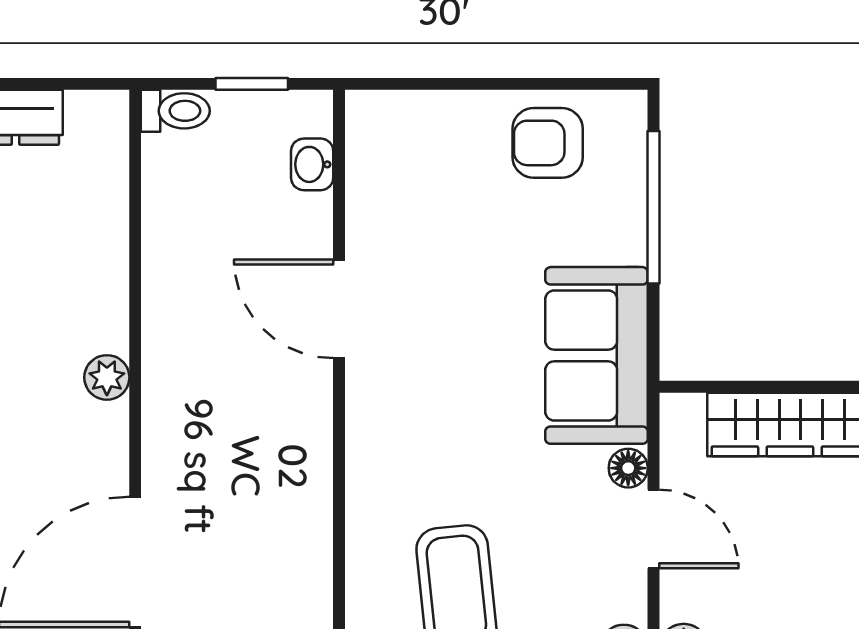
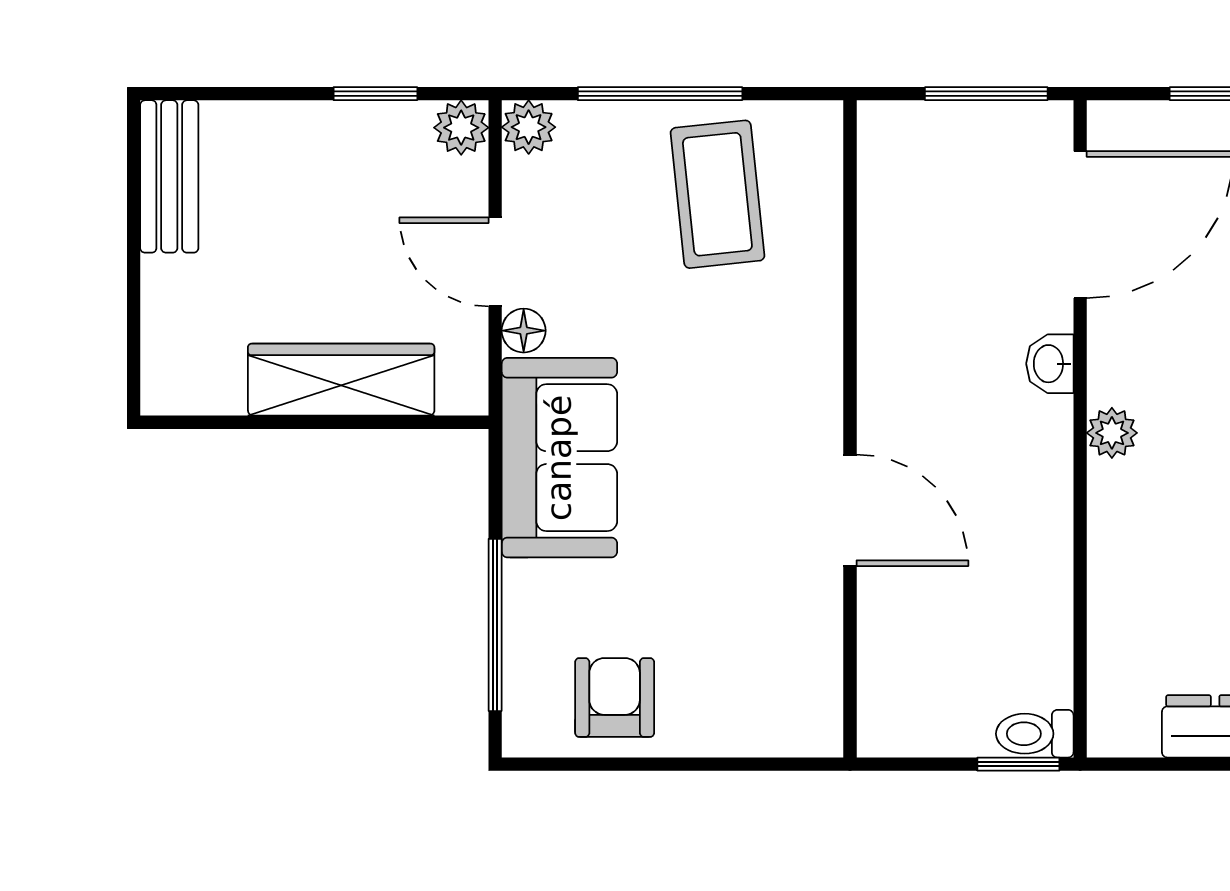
window: (252, 84) -> (1018, 764), moved
armchair: (548, 143) -> (615, 698), turned -90
washbasin: (312, 164) -> (1050, 364), moved, turned 180

